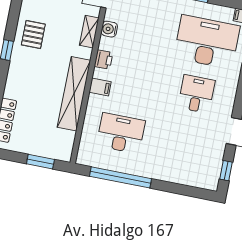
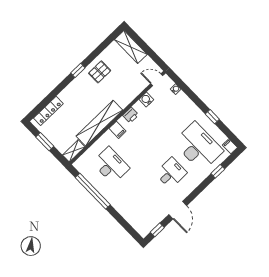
shelving: (89, 32) -> (74, 151), moved
window: (40, 162) -> (45, 142), moved

